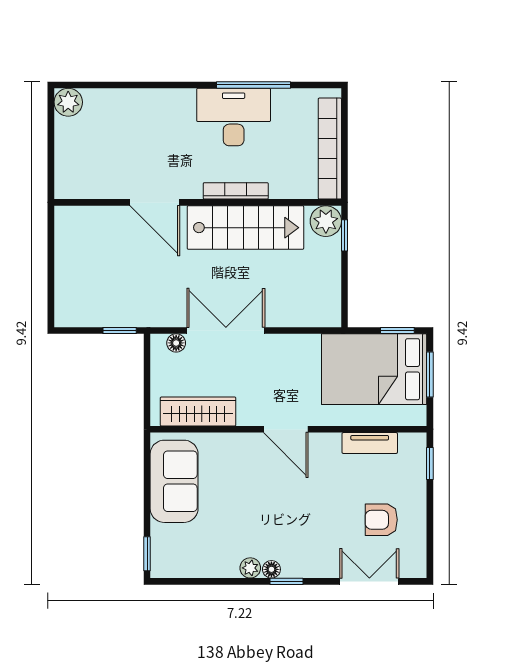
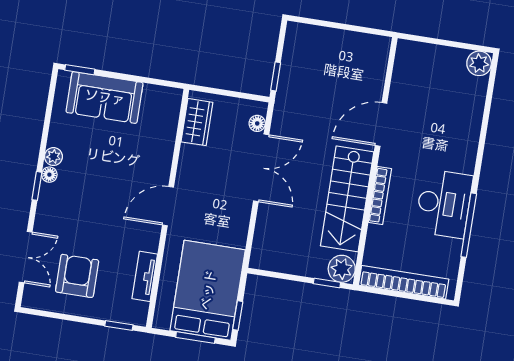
wardrobe: (198, 411) -> (197, 122), width x0.67
sofa: (174, 481) -> (105, 97), moved
armchair: (381, 520) -> (77, 276), width x1.38, depth x1.38

